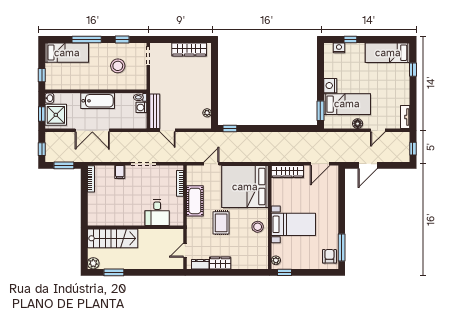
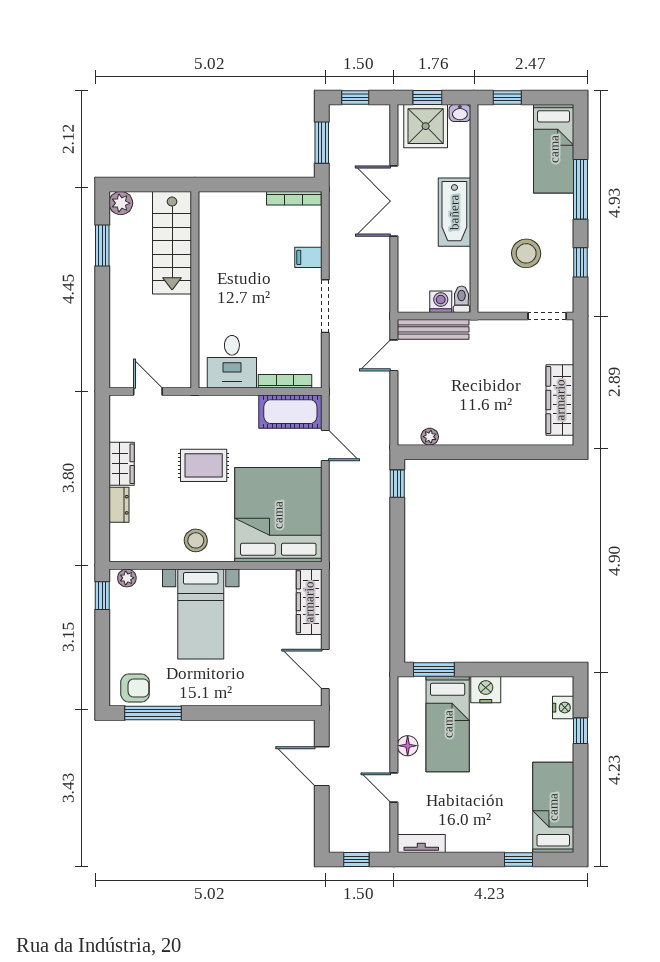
cot: (195, 201) -> (290, 412), moved
desk: (157, 213) -> (232, 362), moved, turned -90
dresser: (200, 264) -> (119, 505), moved

